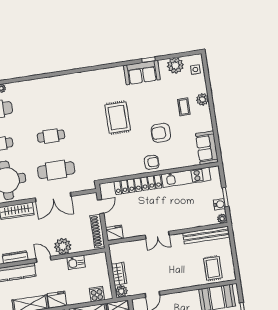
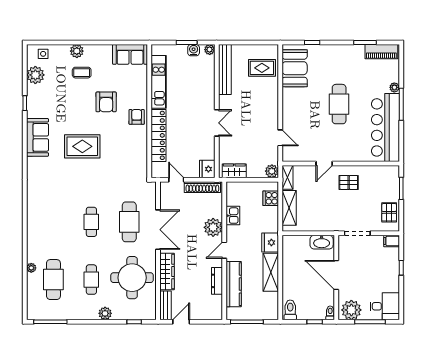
sofa: (142, 73) -> (37, 137), moved
wardrobe: (119, 274) -> (234, 171), moved

